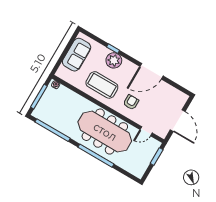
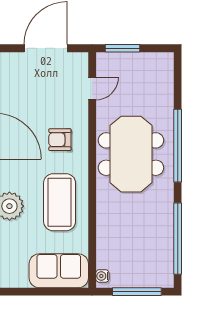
sofa: (77, 55) -> (59, 271), moved
door: (146, 131) -> (92, 89), hinge flipped
meeting table: (105, 132) -> (131, 154), width x0.73

